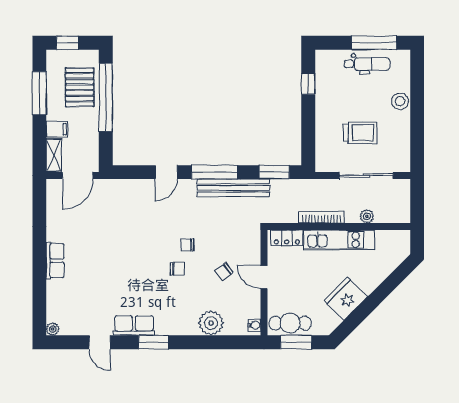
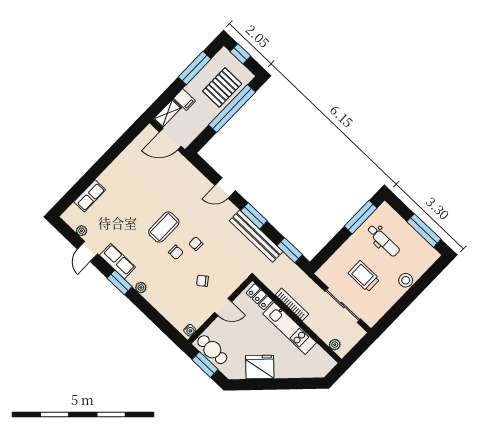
dental chair: (367, 64) -> (383, 241), moved
window: (308, 84) -> (361, 217), width x2.17
trolley: (360, 133) -> (364, 276), turned 180
window: (215, 172) -> (254, 216), width x0.69
plant: (367, 216) -> (335, 345), moved
coffee table: (146, 257) -> (164, 227), added
row of seats: (55, 261) -> (90, 196), moved
door: (264, 277) -> (223, 307), swing flipped
plant: (211, 323) -> (141, 288), moved, width x0.53, depth x0.53
plant: (53, 329) -> (82, 231), moved

